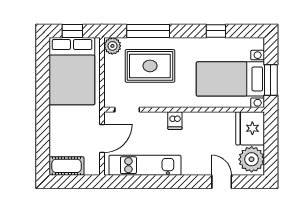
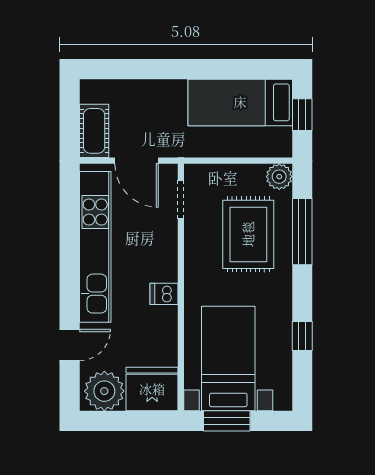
bed: (72, 71) -> (240, 102), width x0.67
dishwasher: (175, 121) -> (164, 294), moved
kitchen unit: (145, 165) -> (95, 247), width x1.36
cot: (67, 166) -> (94, 131), moved

